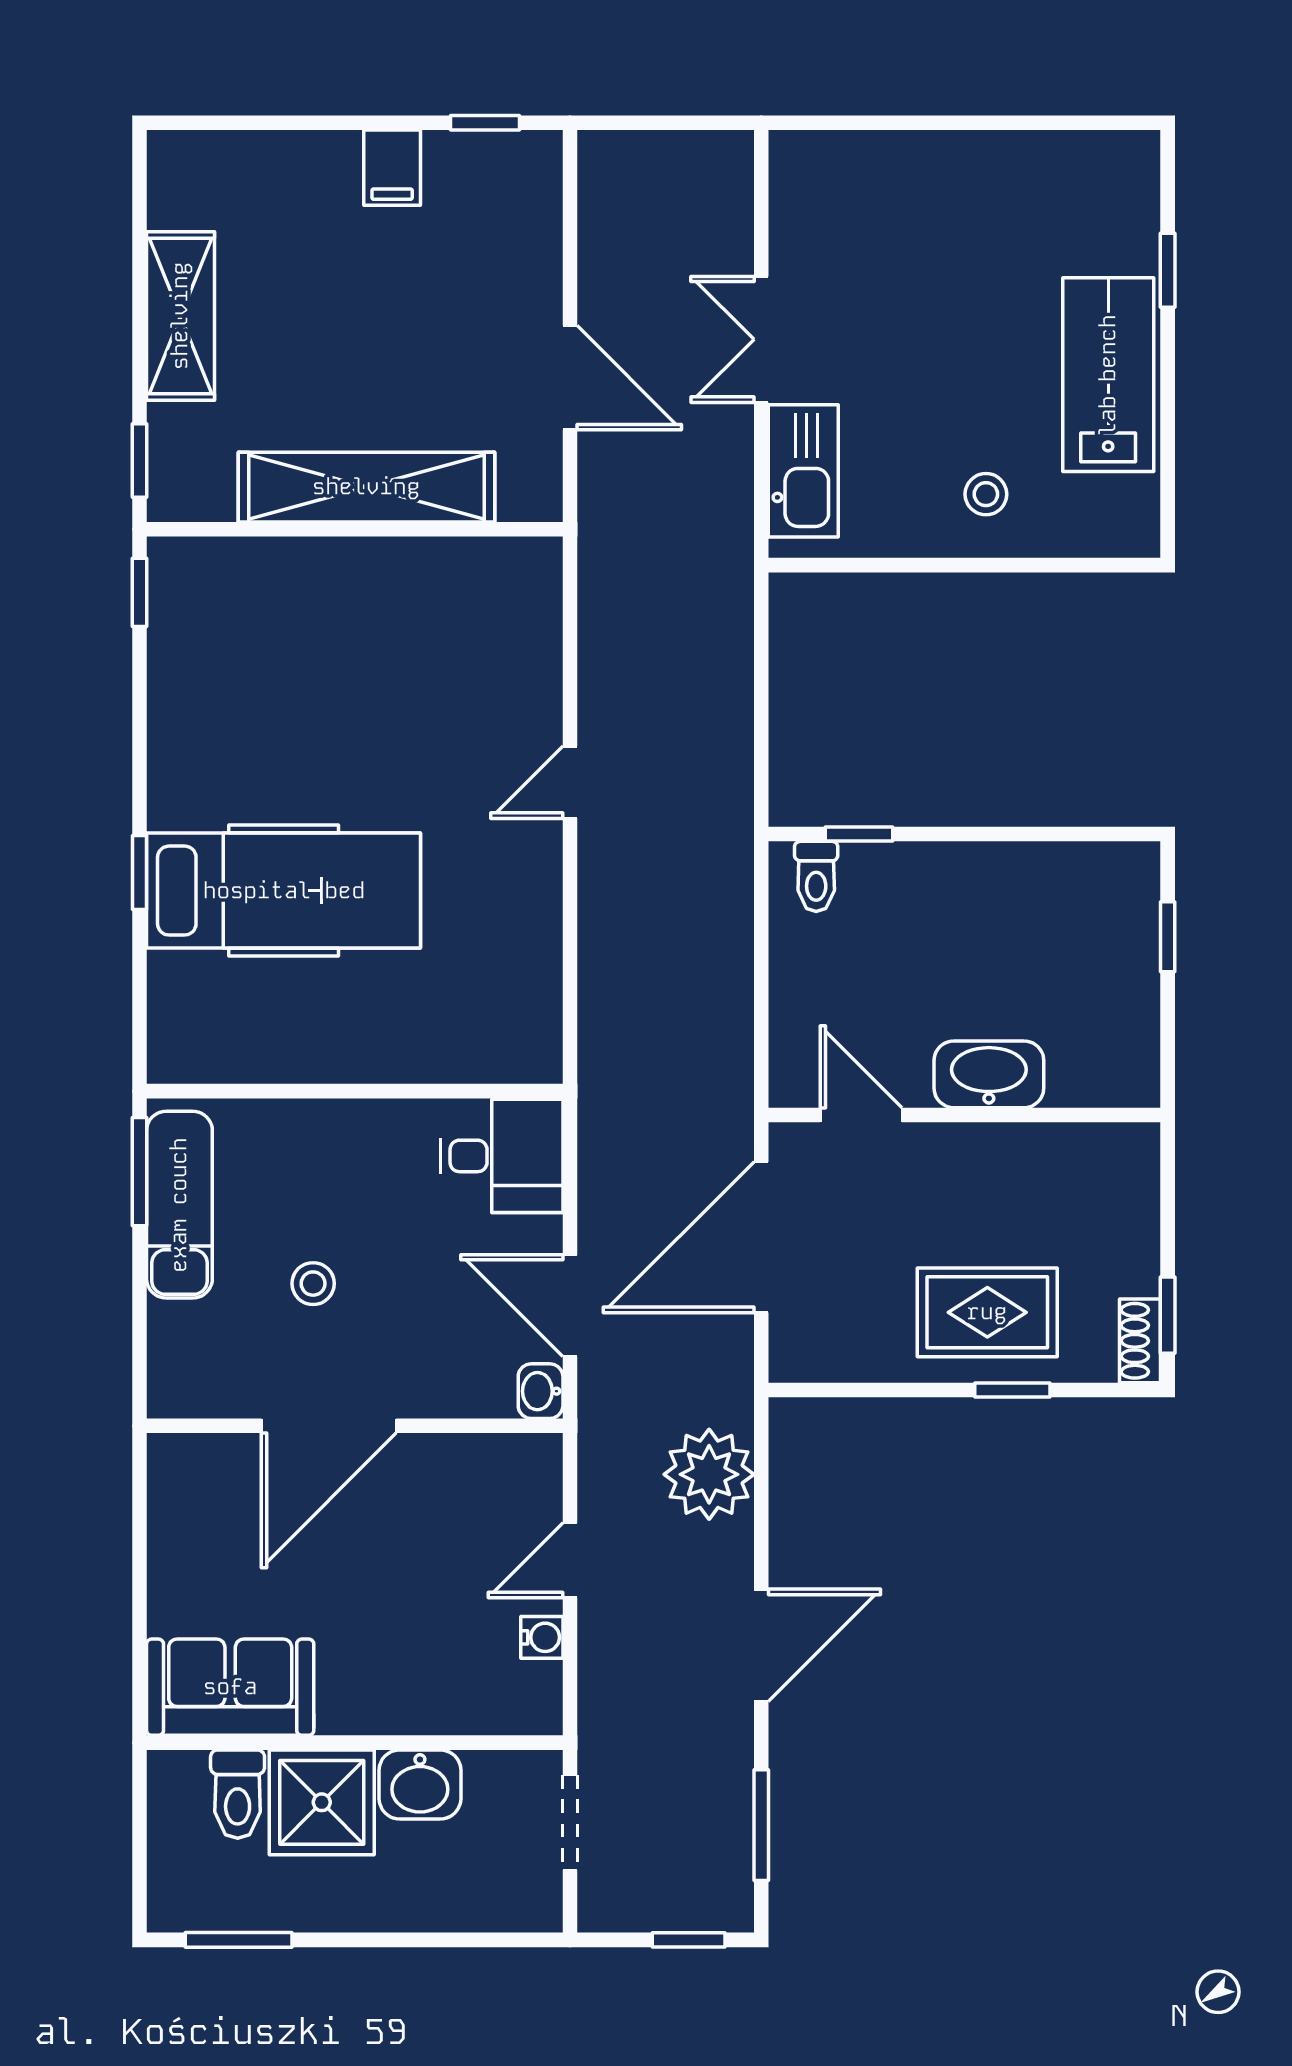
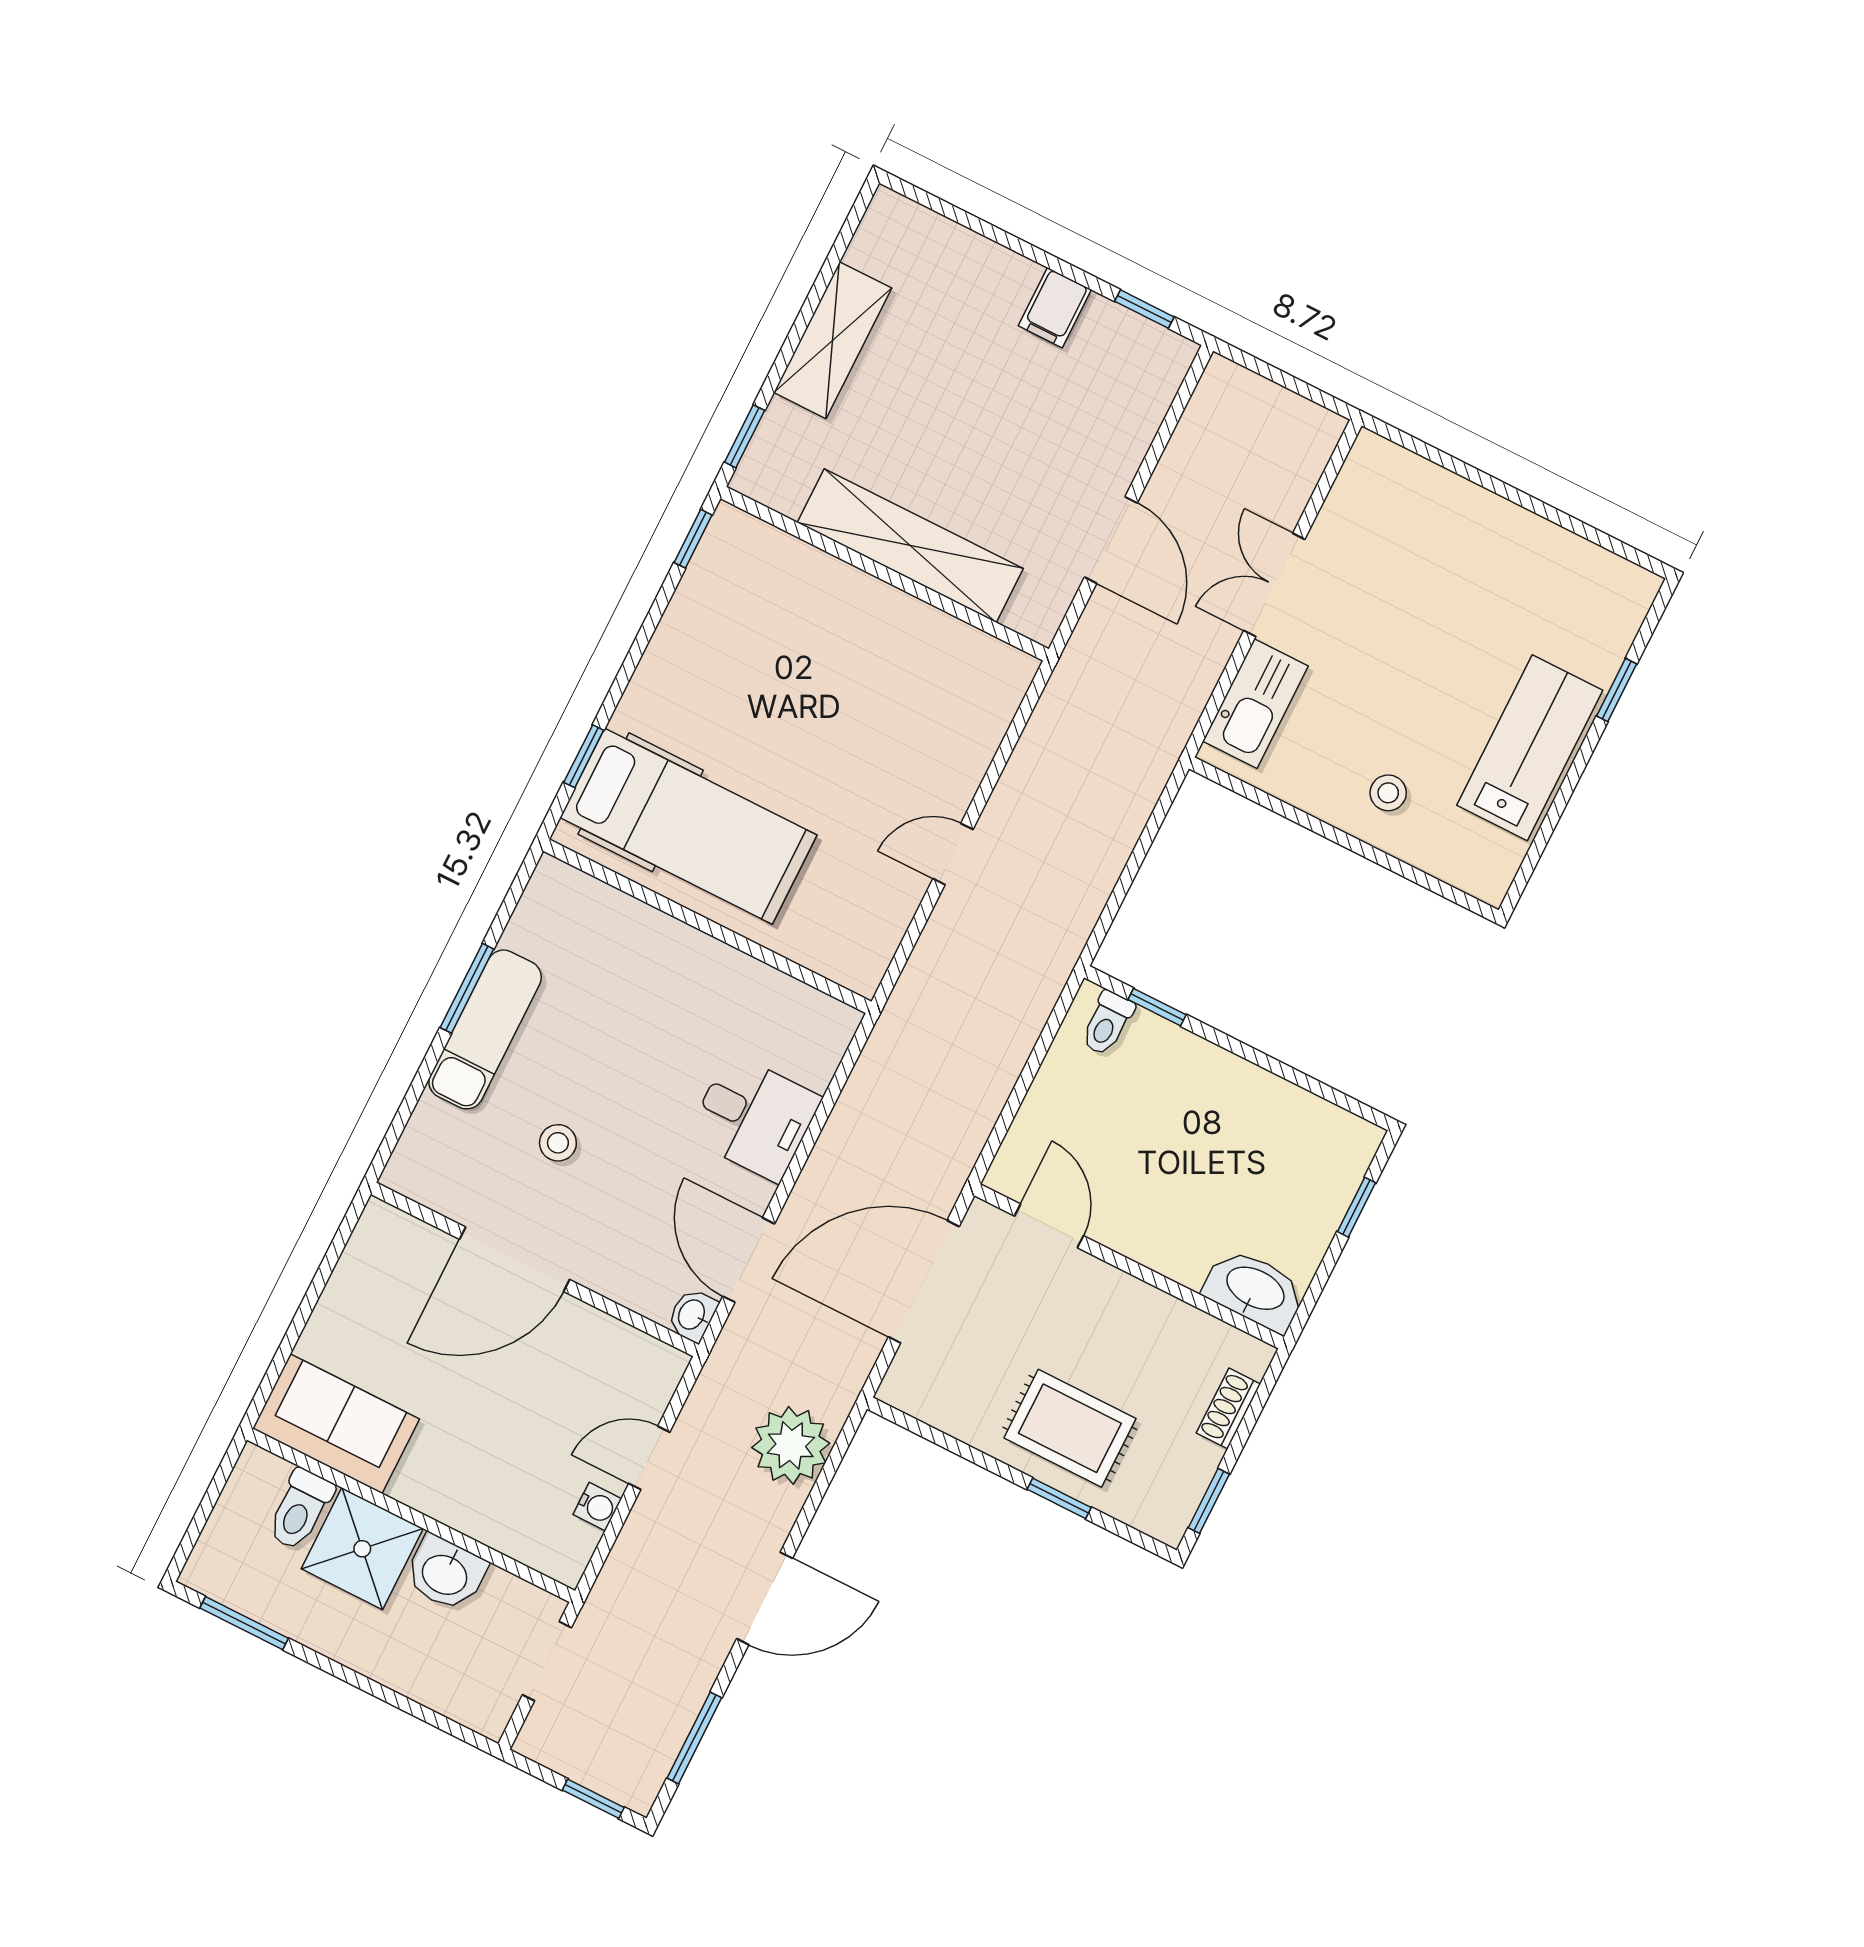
washbasin: (989, 1074) -> (1255, 1290), moved
wall: (355, 1091) -> (707, 926), moved
shoe rack: (1140, 1341) -> (1228, 1408), moved

